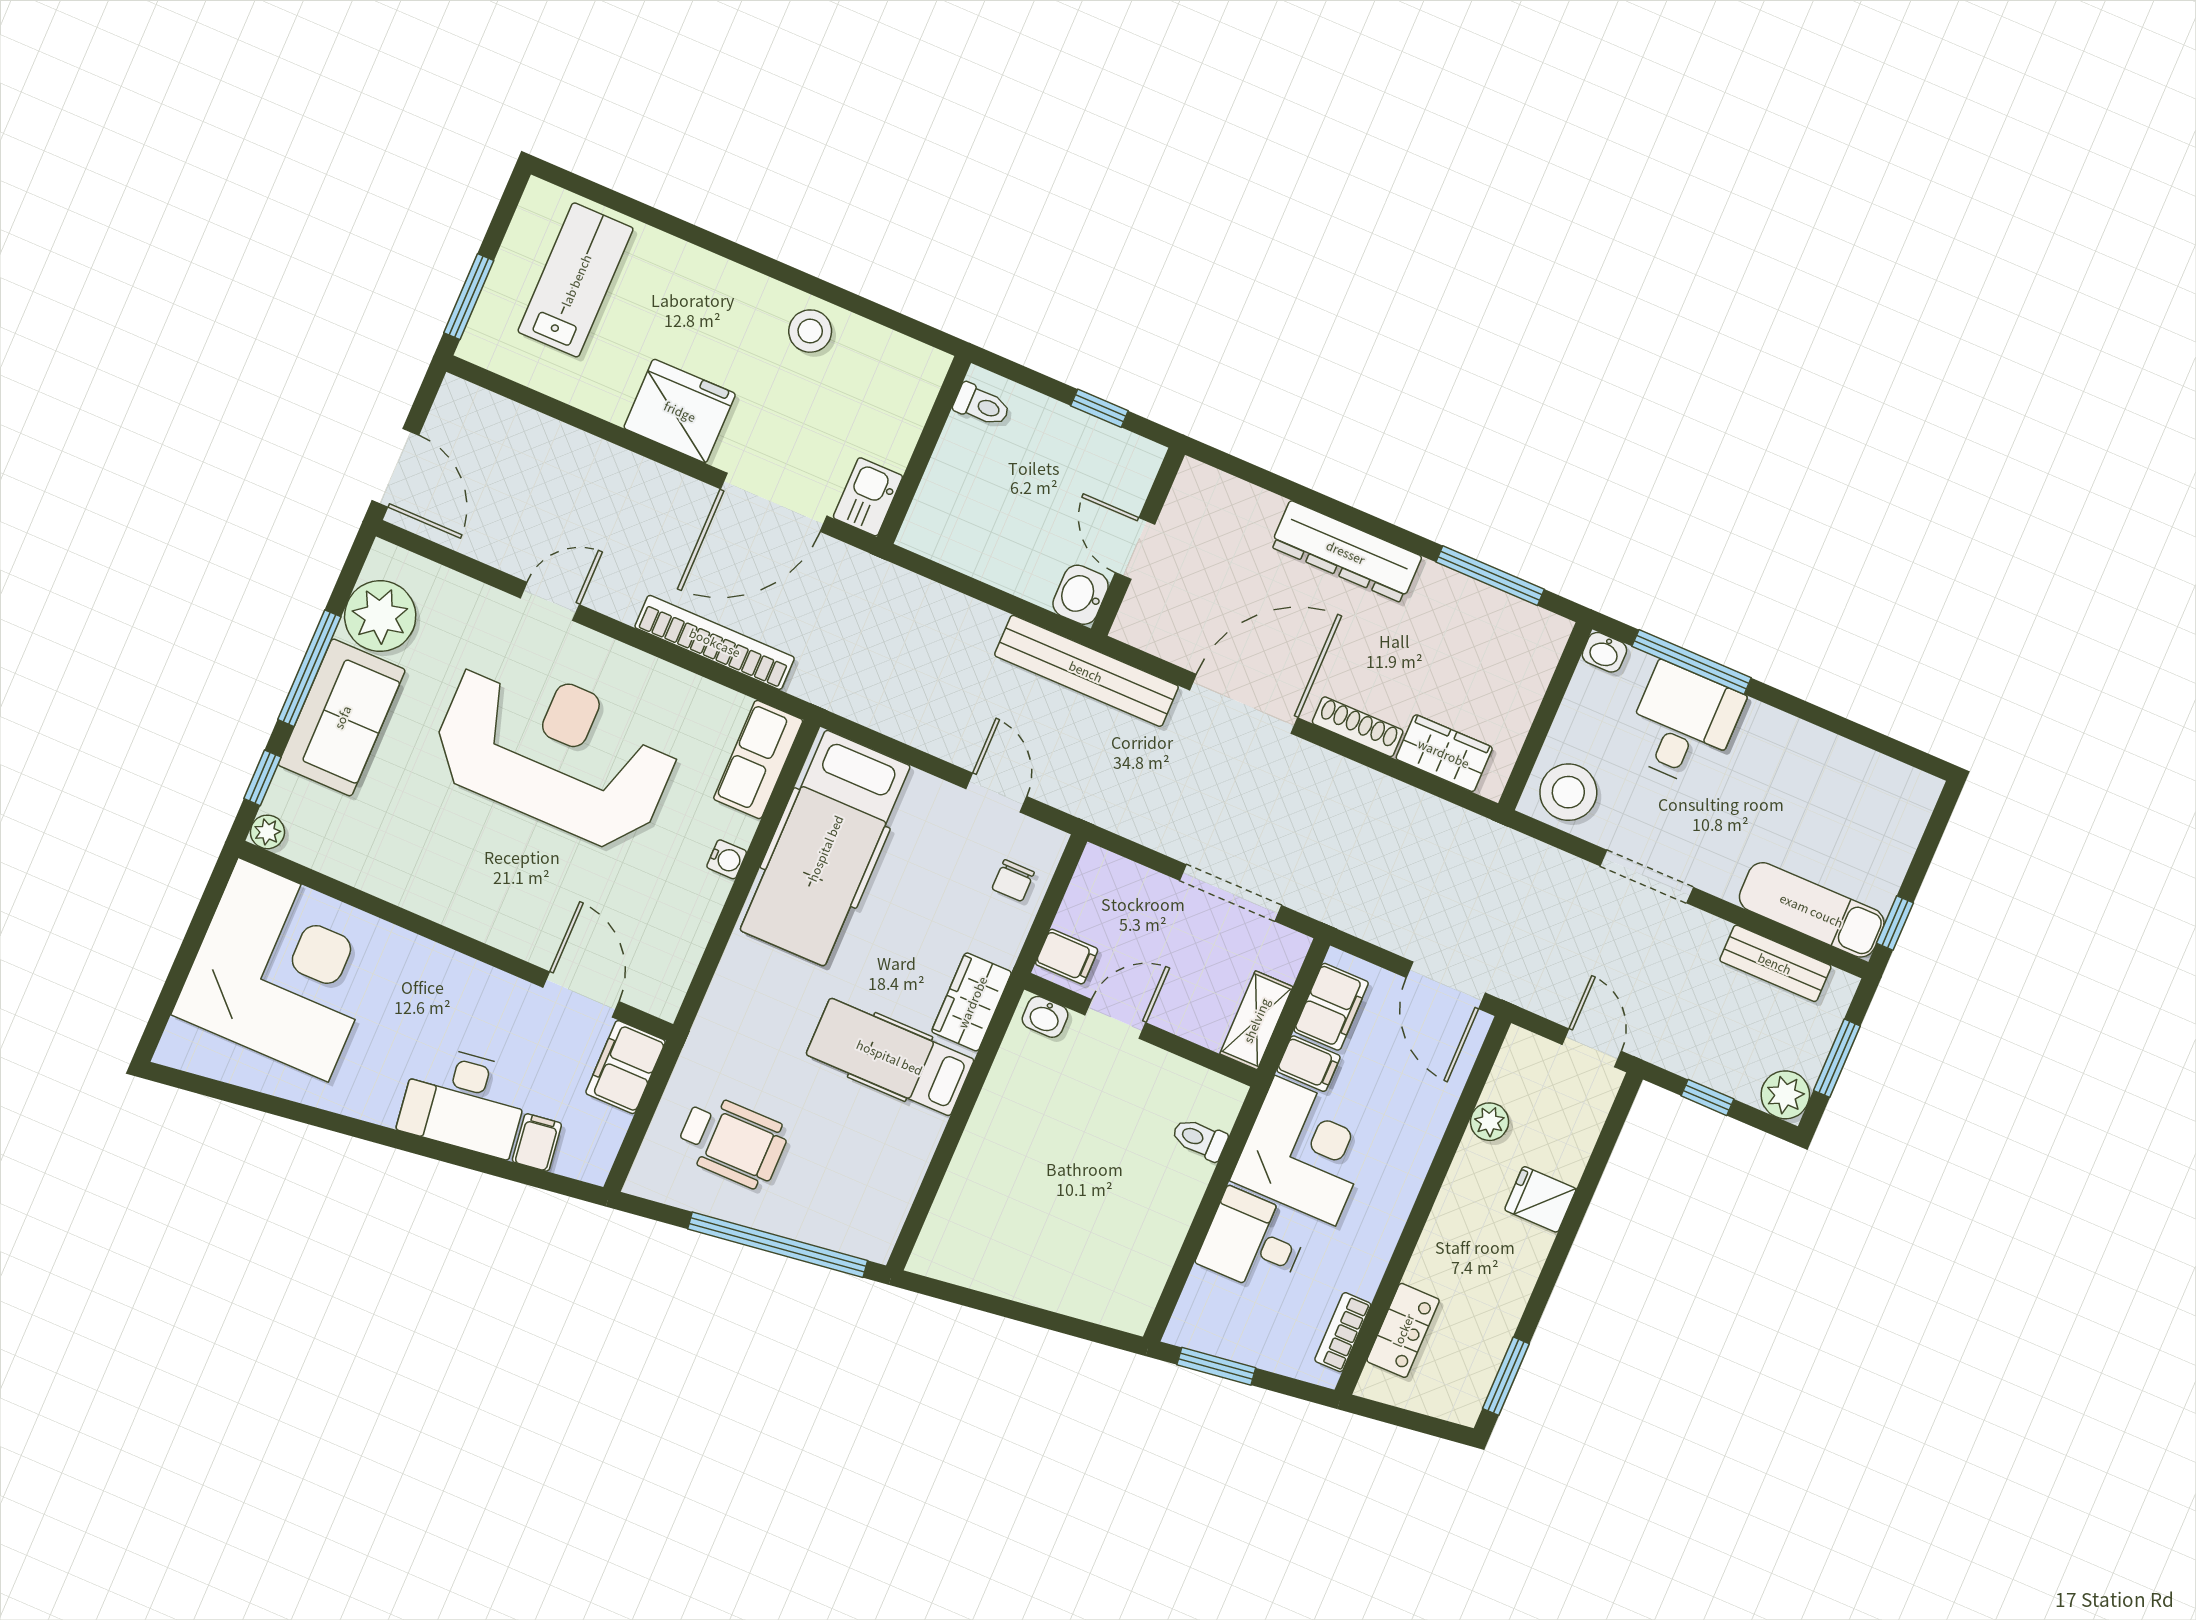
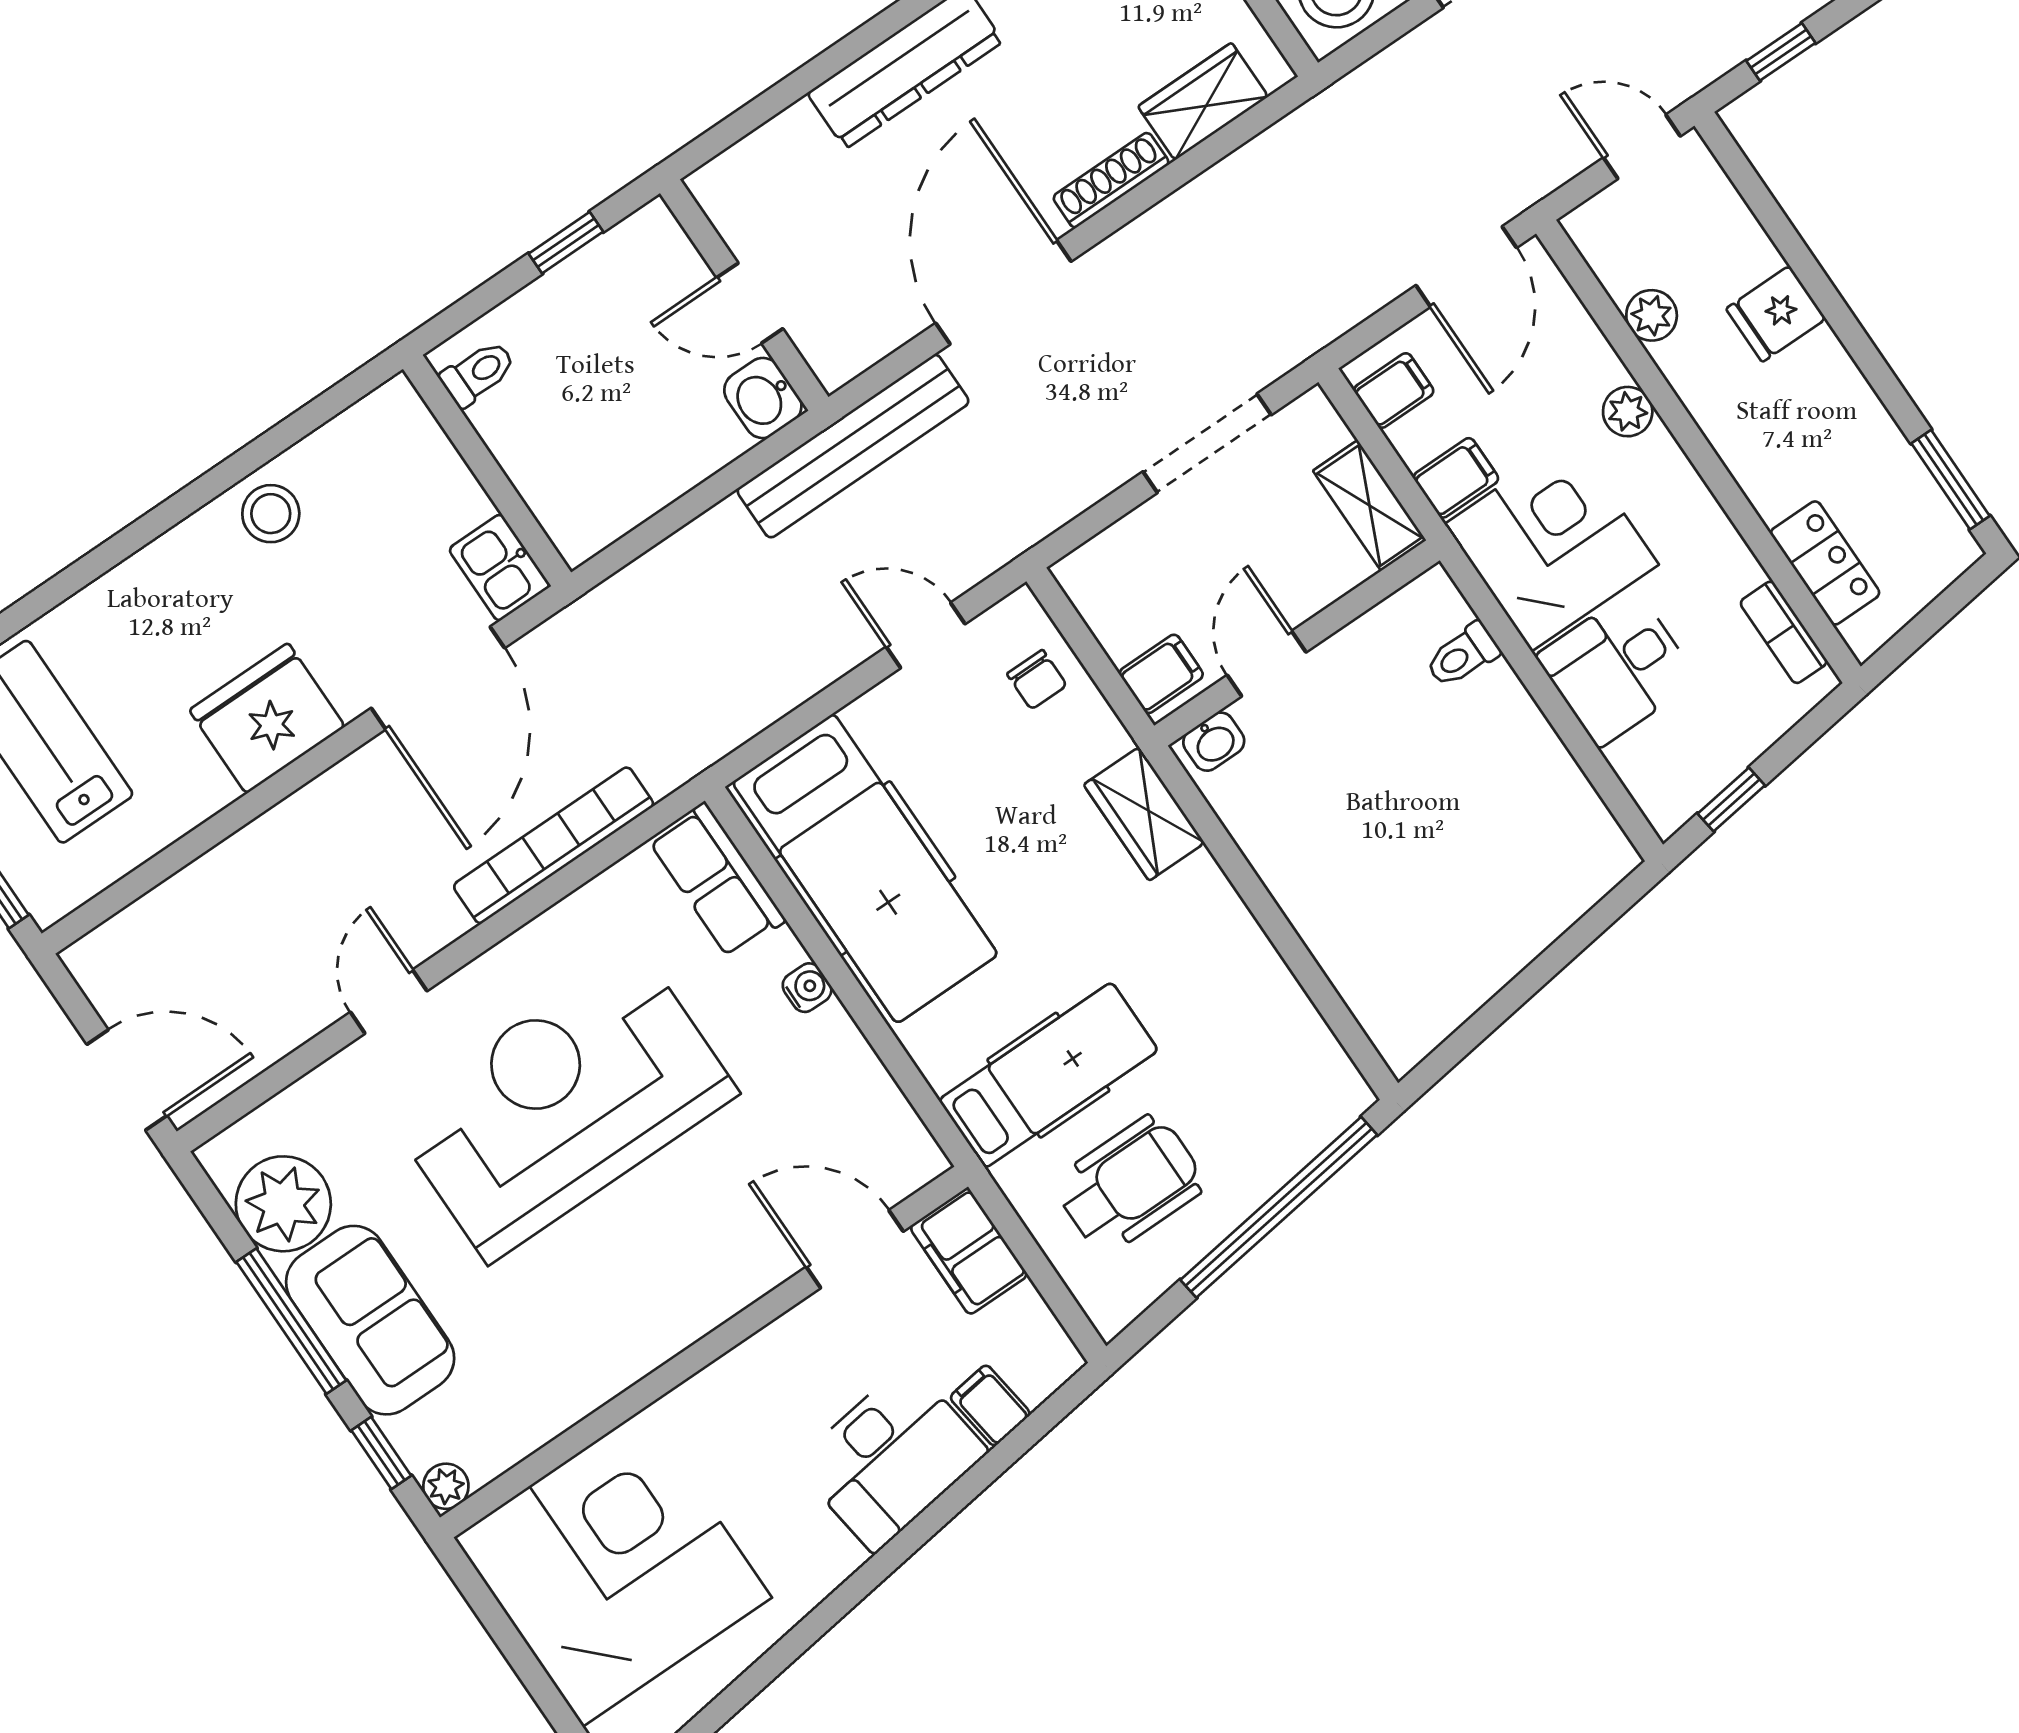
door: (1446, 985) -> (1466, 267), hinge flipped
filing cabinet: (1331, 1007) -> (1394, 391), width x0.50
hospital bed: (890, 1057) -> (1048, 1075), moved, turned 180
plant: (1419, 1145) -> (1628, 412), added
window: (1216, 1366) -> (1731, 800), width x0.67

